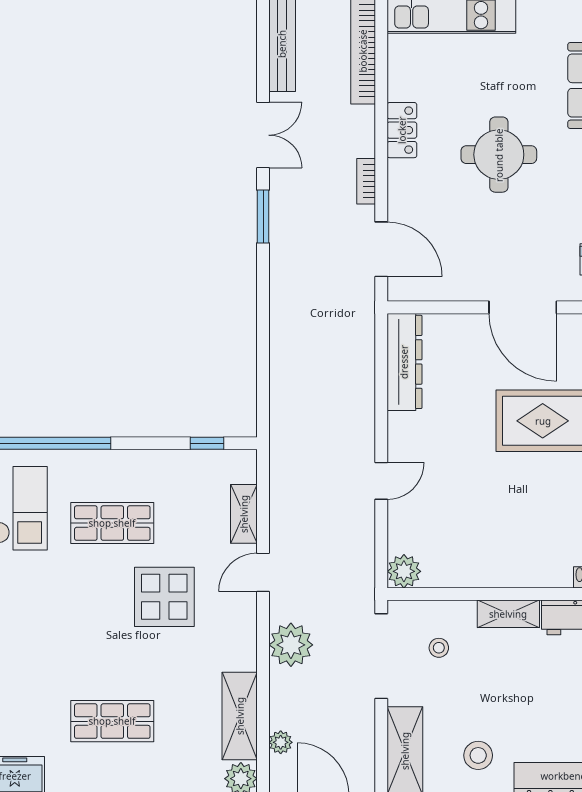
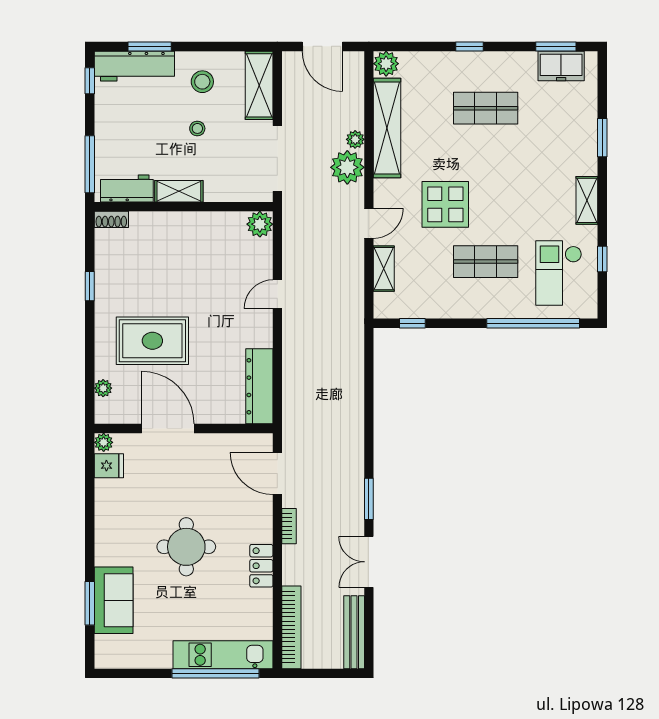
stool: (439, 648) -> (197, 128), moved
shelving: (240, 716) -> (387, 128), width x1.47
plant: (281, 742) -> (355, 139), moved

